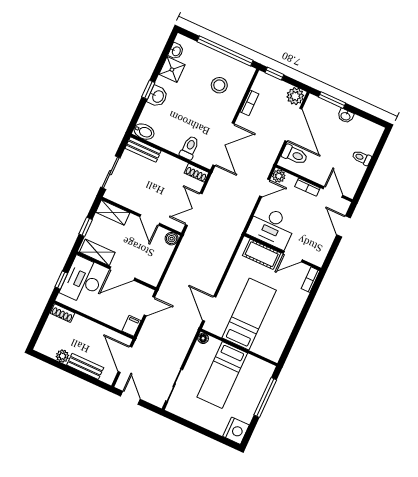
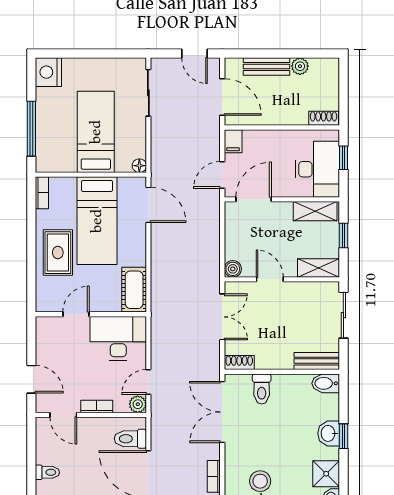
cot: (262, 254) -> (134, 290), moved, turned 90
door: (122, 274) -> (254, 199), moved
bookcase: (310, 280) -> (42, 193), moved
rug: (286, 305) -> (58, 253), added

